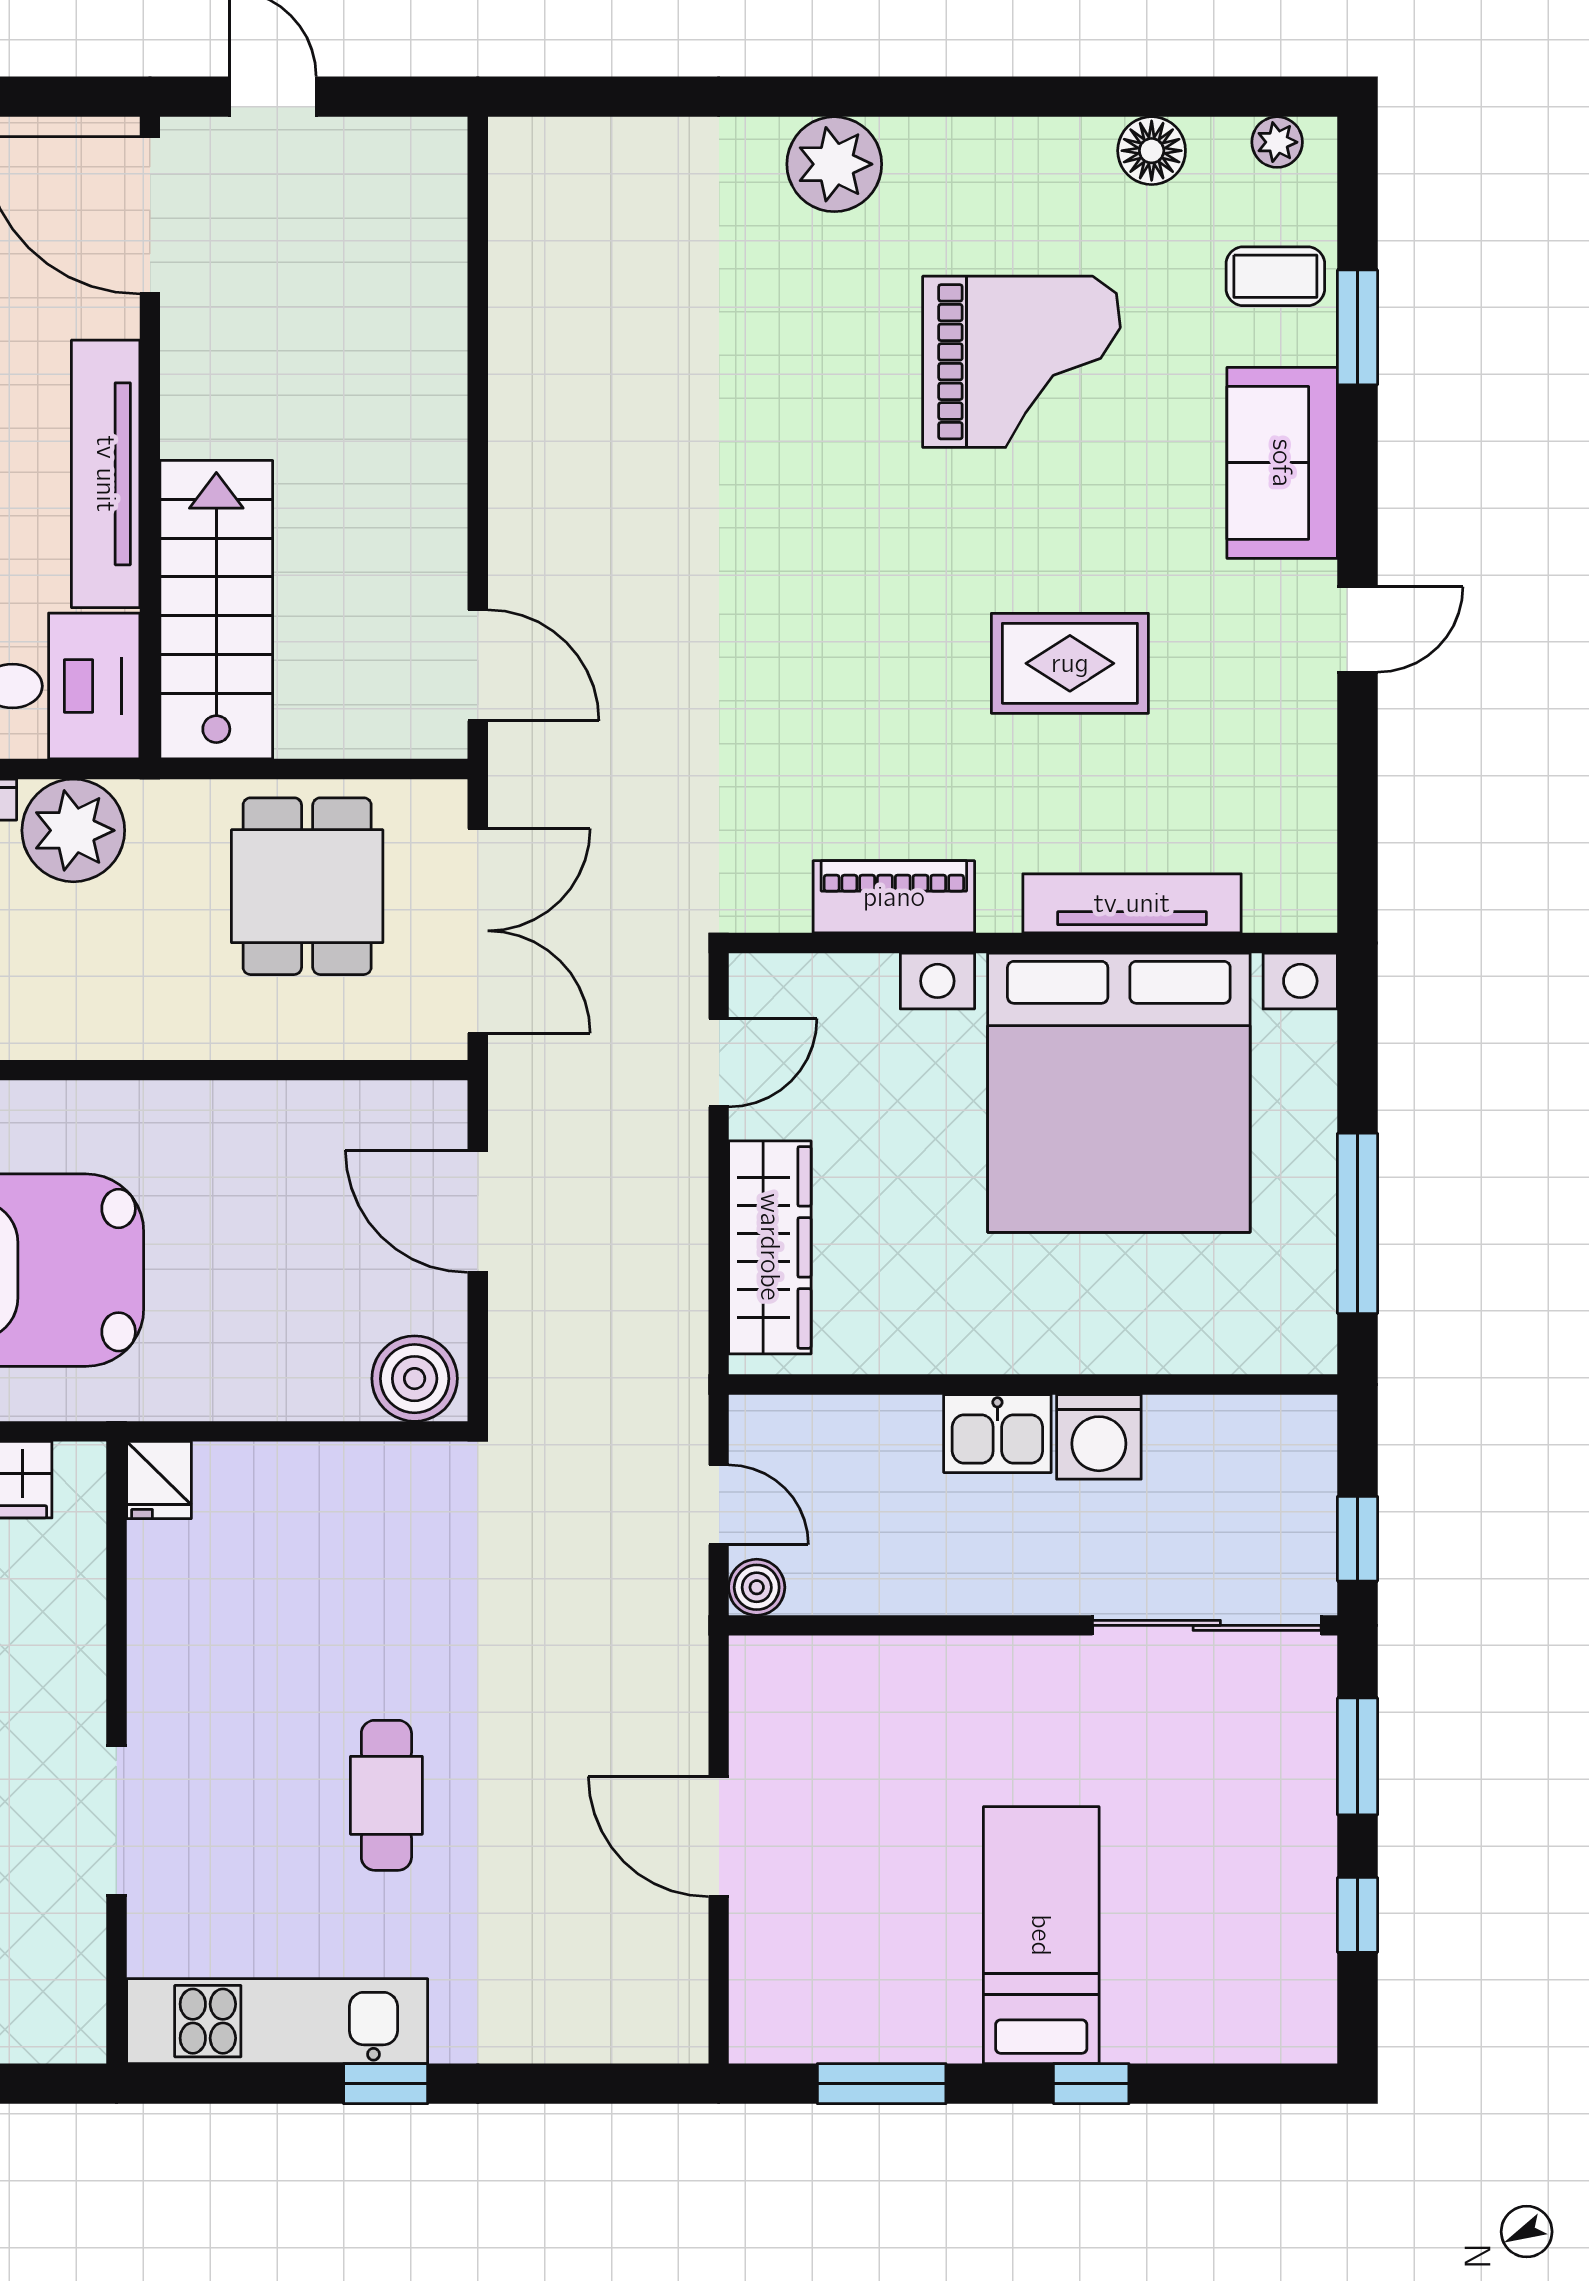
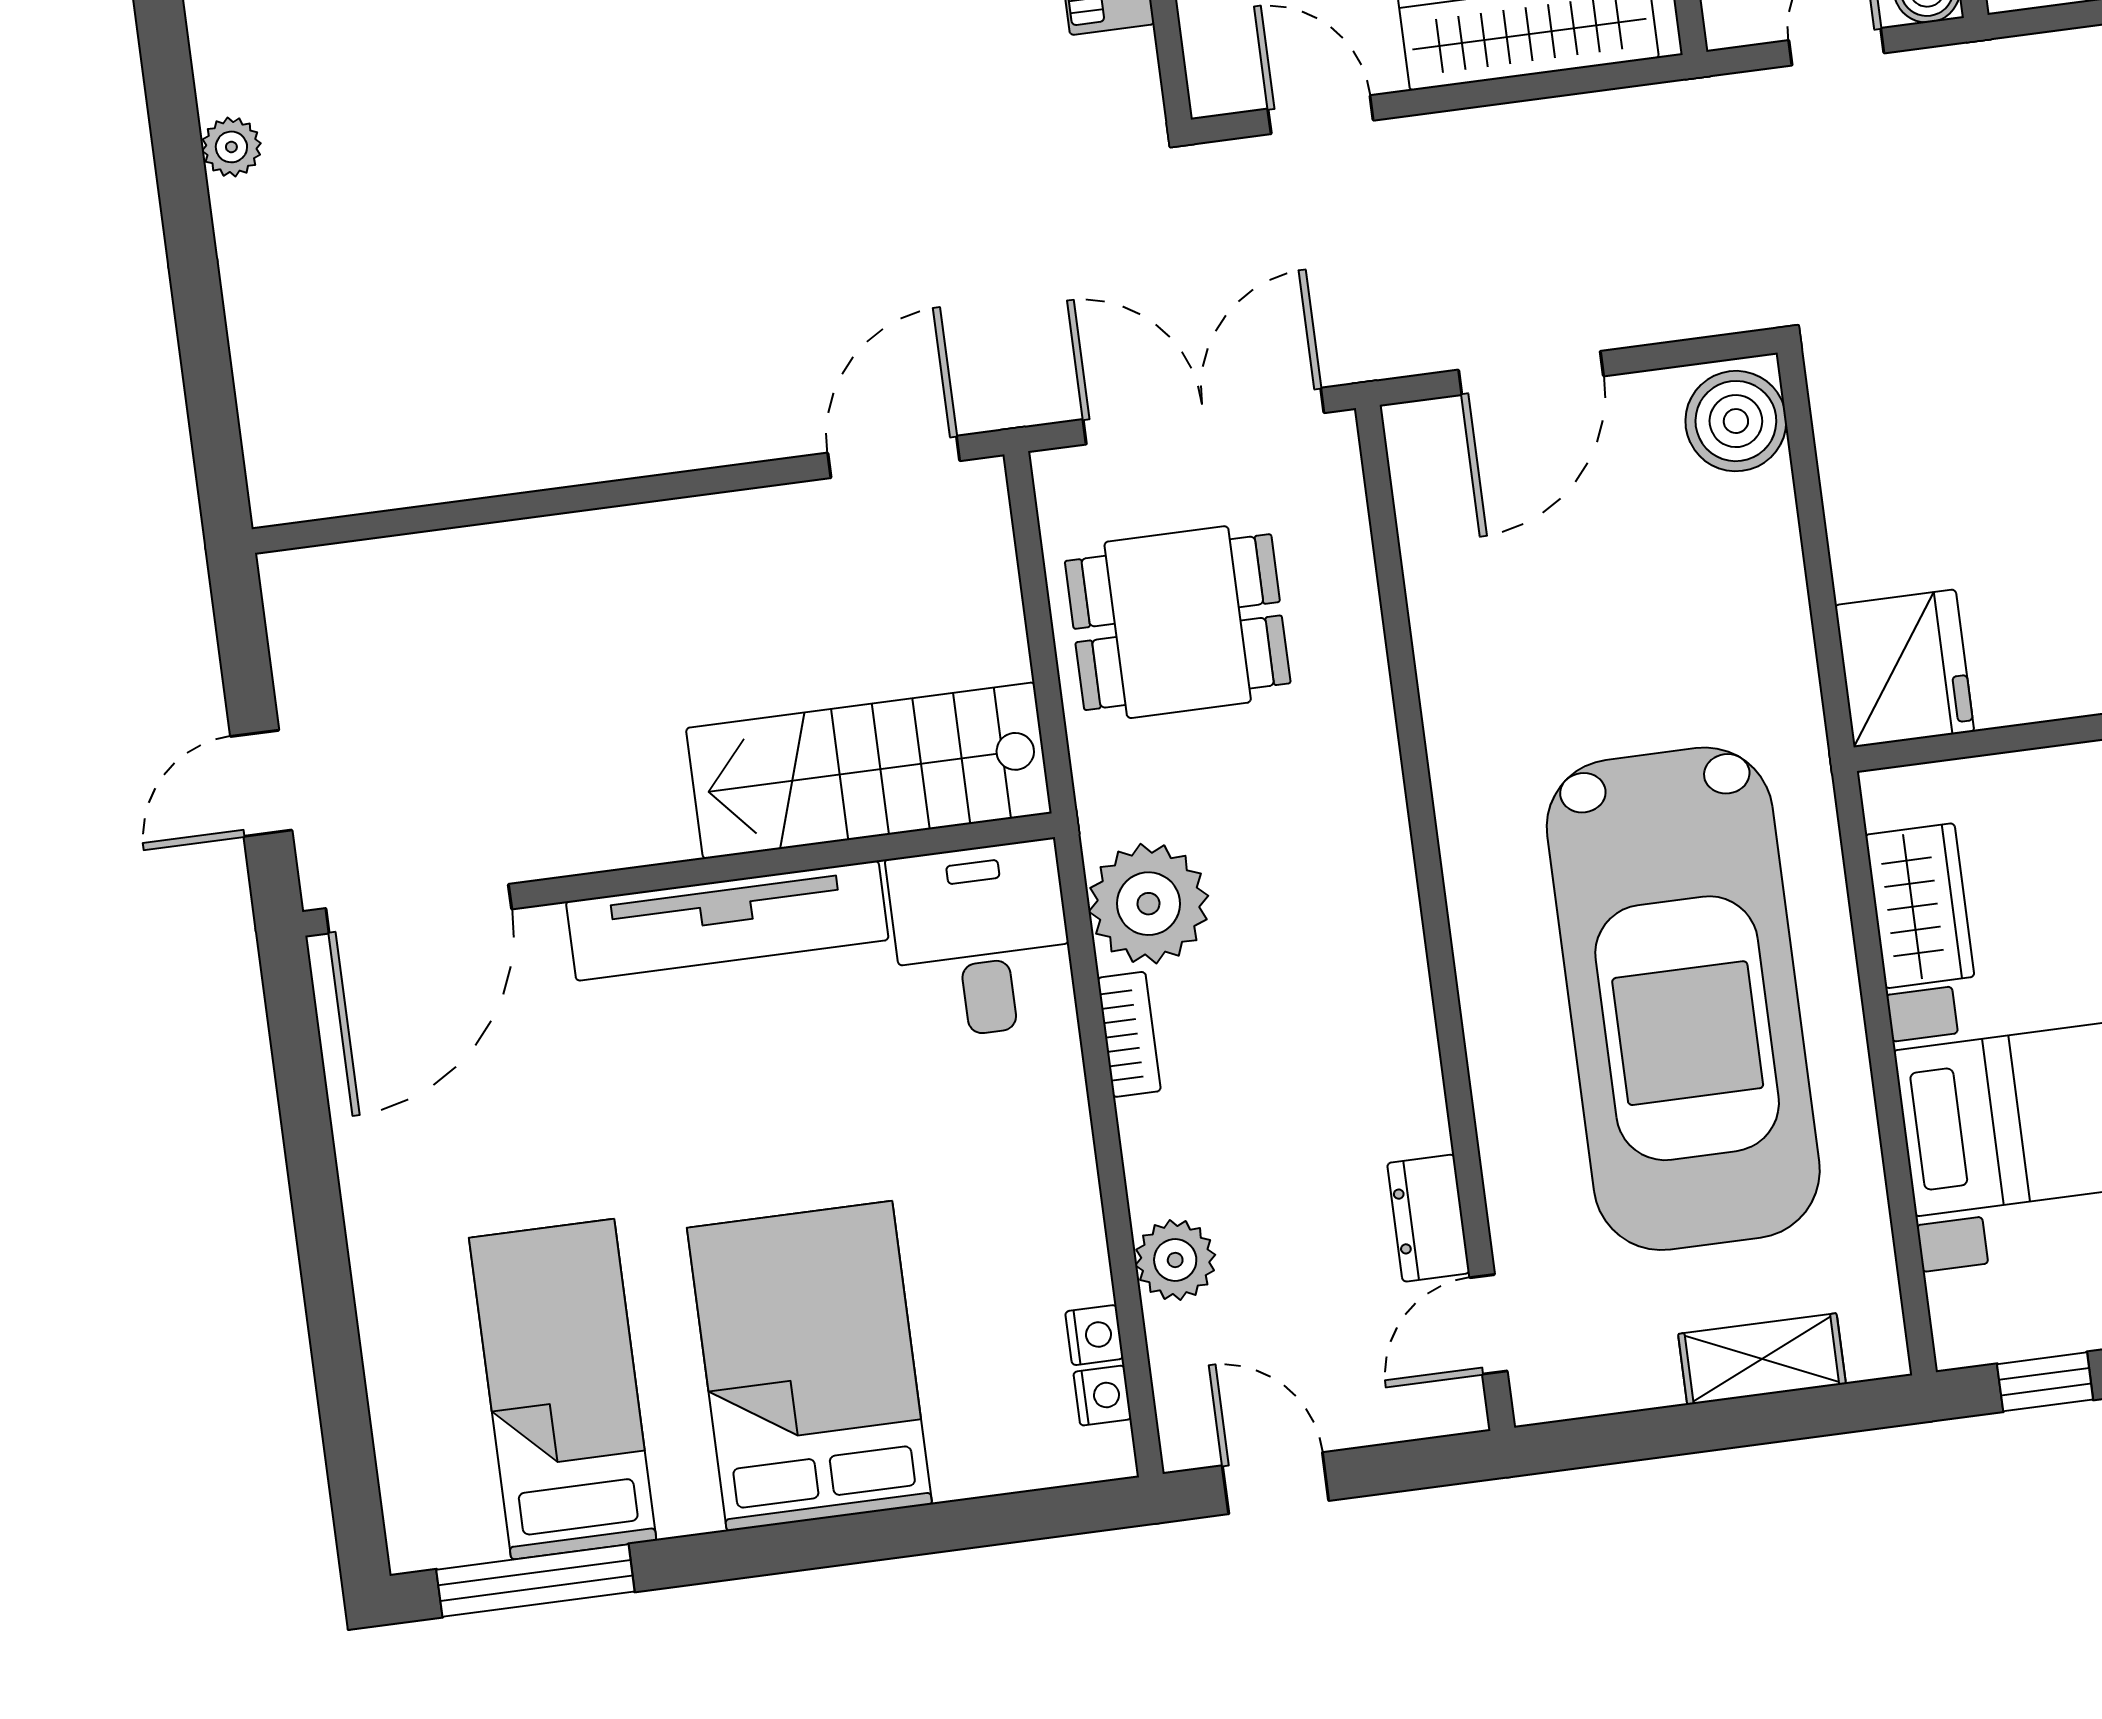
plant: (834, 164) -> (231, 147), width x0.53, depth x0.53
fridge: (159, 1480) -> (1905, 668), width x1.88, depth x1.34

